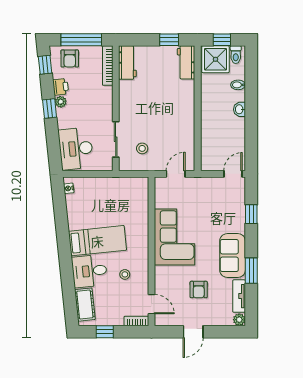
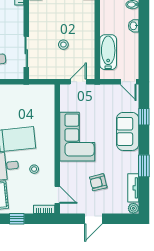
bathtub: (210, 140) -> (108, 52), added
stool: (142, 148) -> (63, 45), moved
door: (233, 174) -> (128, 82), swing flipped
sofa: (233, 256) -> (128, 131), moved
armchair: (199, 290) -> (98, 182), turned 76

